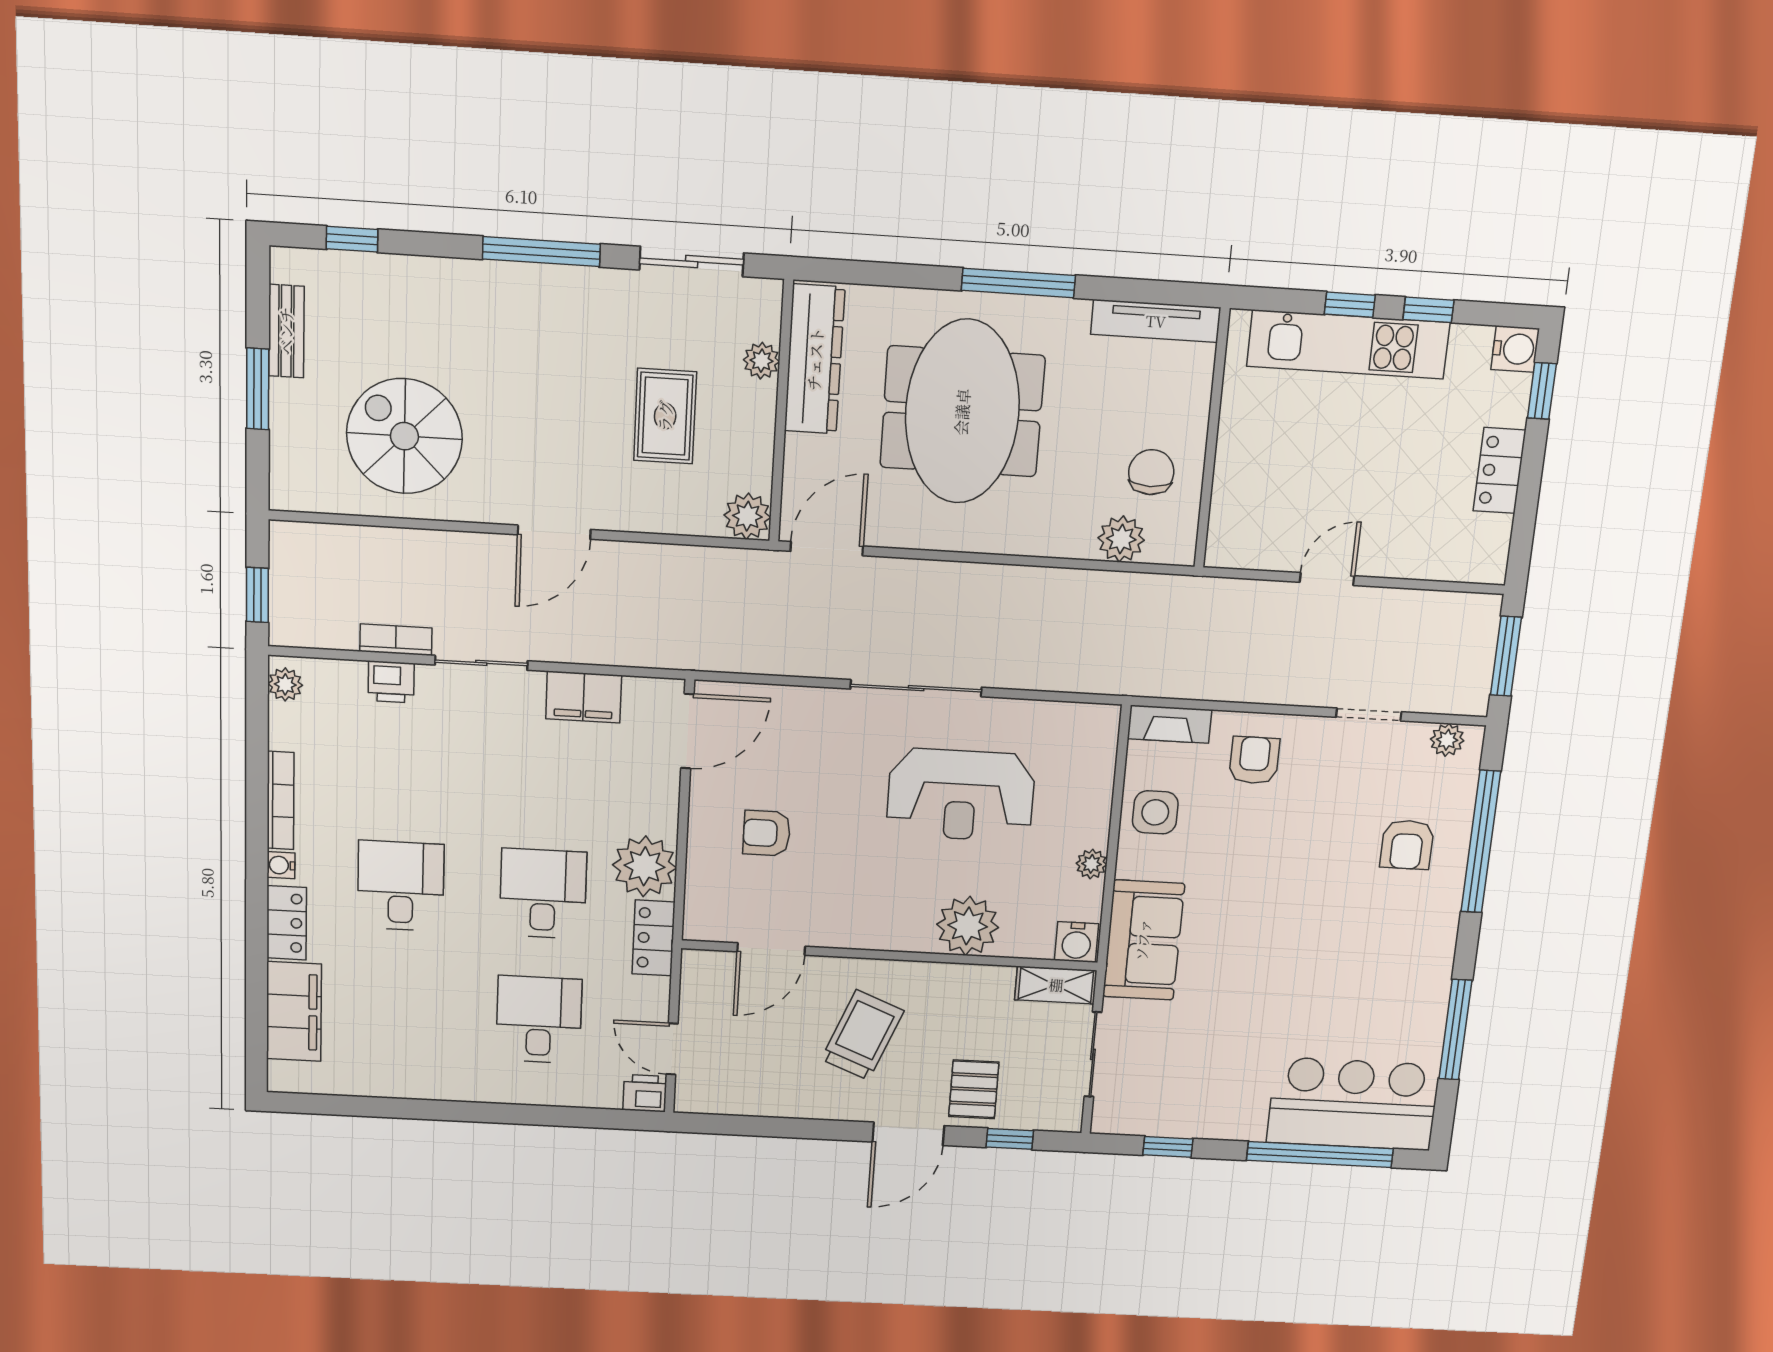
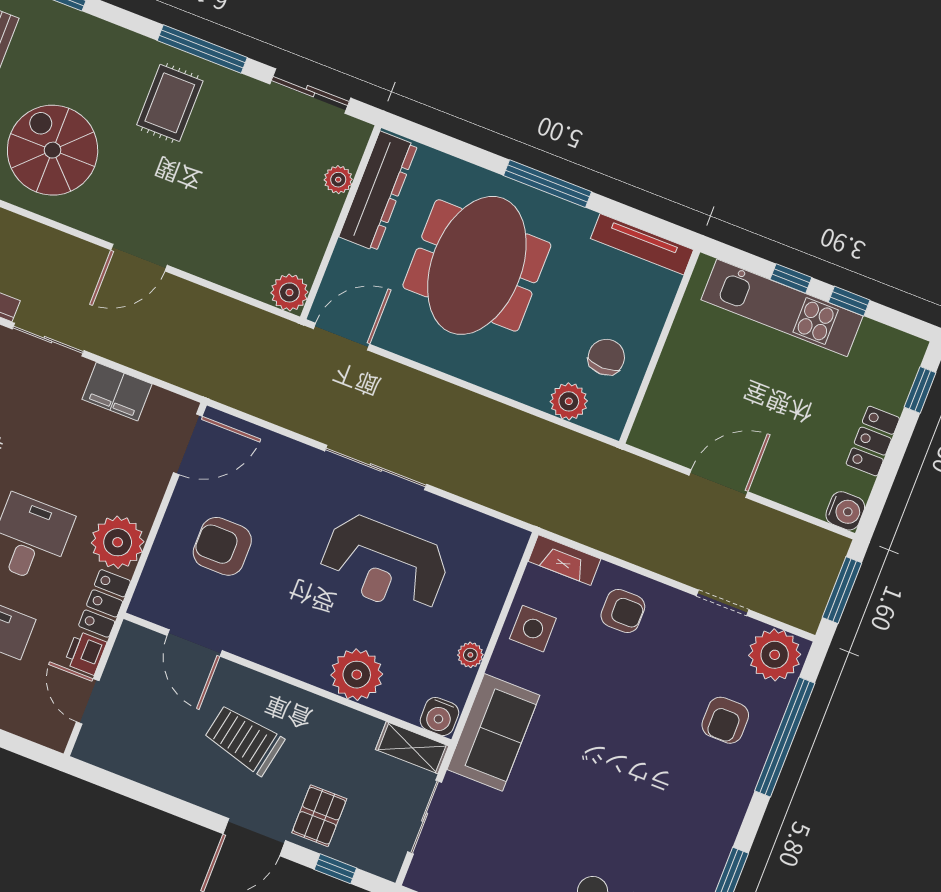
water cooler: (1515, 349) -> (845, 511), moved
rug: (665, 416) -> (170, 103), moved
door: (1327, 579) -> (718, 484), width x1.38
plant: (1447, 740) -> (775, 655), width x1.88, depth x1.88
armchair: (1254, 760) -> (623, 611), turned 90
armchair: (767, 833) -> (222, 546), width x1.38, depth x1.38
door: (771, 949) -> (195, 643), hinge flipped
trolley: (862, 1035) -> (244, 740), turned -101
printer: (645, 1093) -> (85, 653), moved, turned -90

